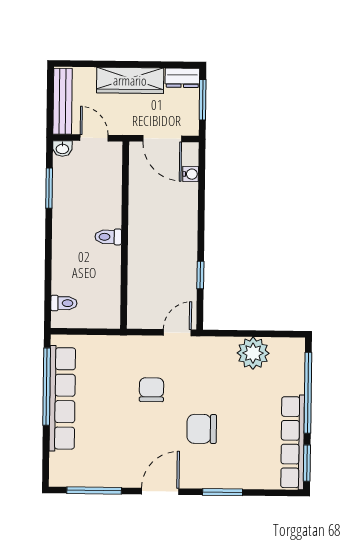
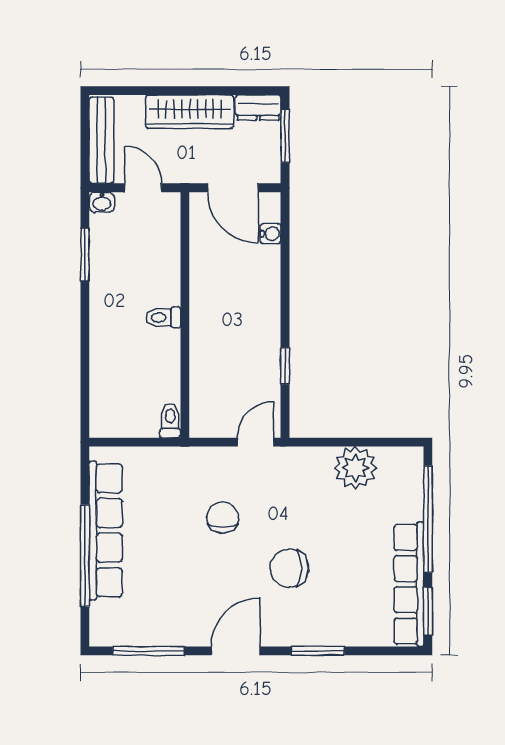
toilet: (64, 303) -> (170, 421), moved, turned -90
window: (47, 387) -> (85, 556), moved

